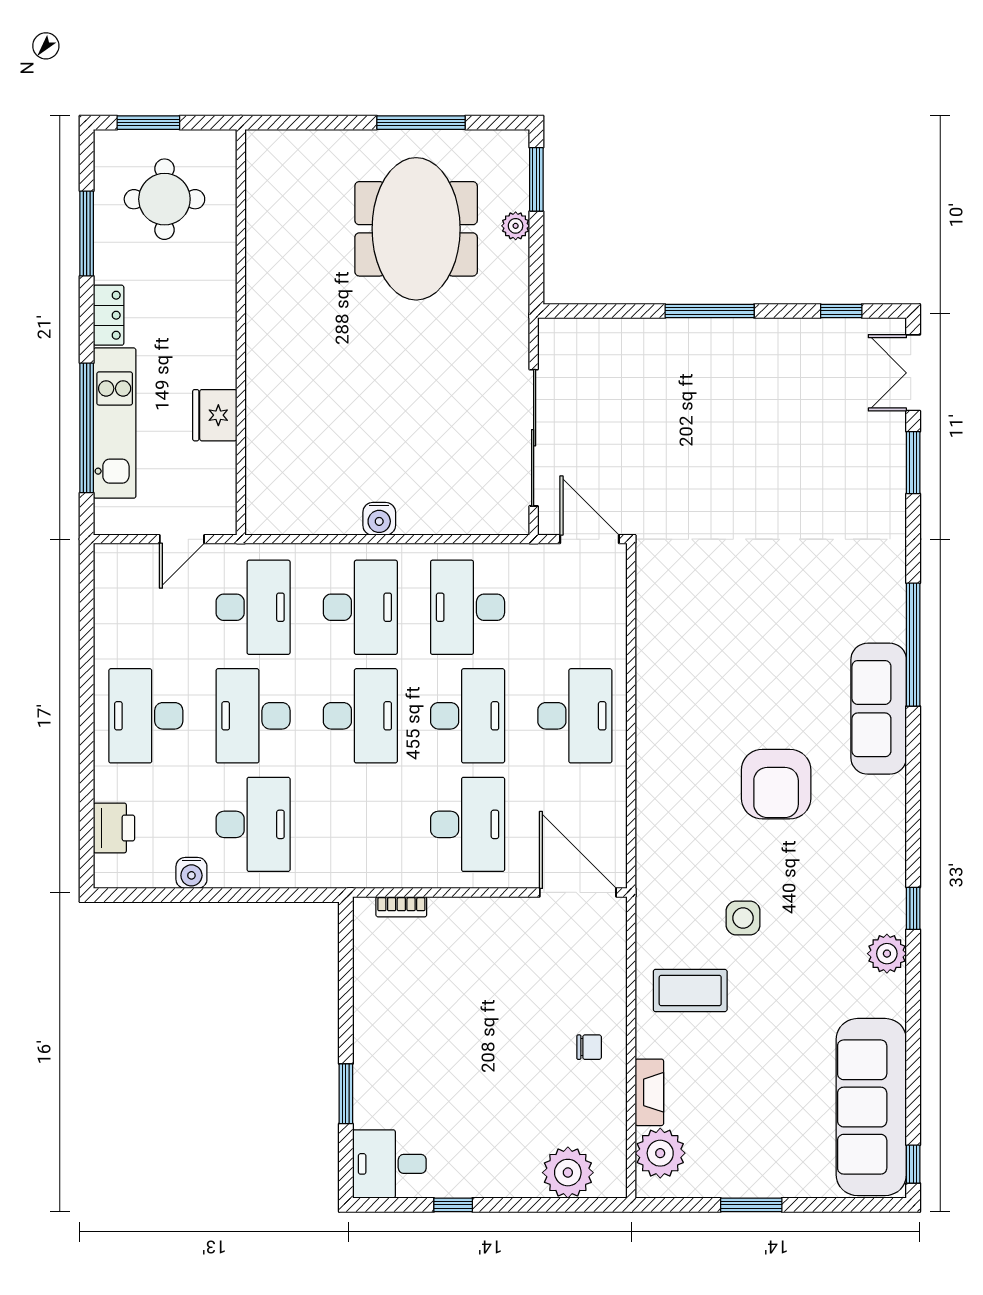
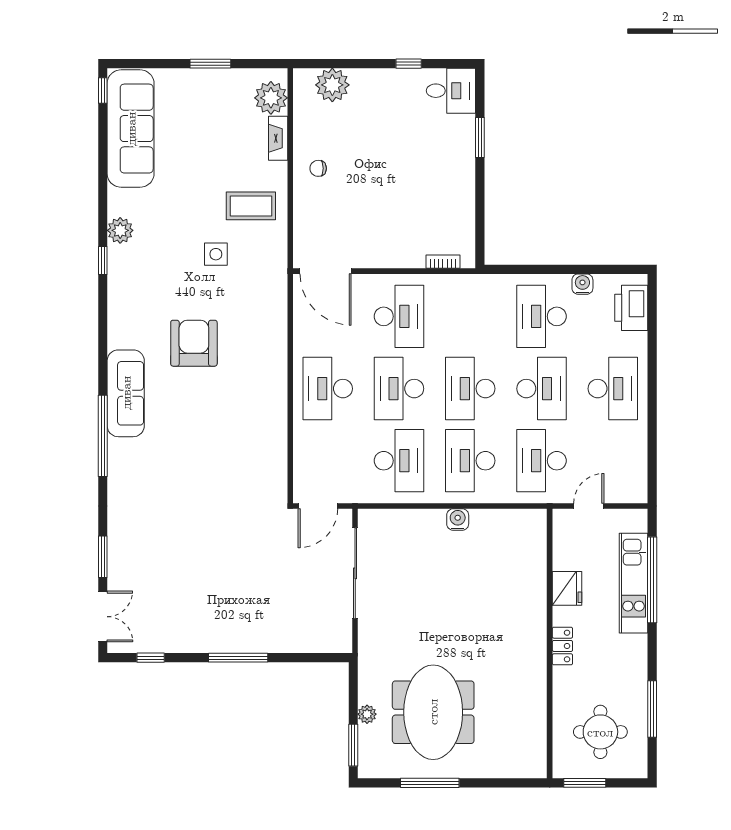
window: (148, 123) -> (585, 783), moved
locker: (109, 315) -> (562, 646), moved, turned 180
door: (590, 539) -> (318, 506), hinge flipped
desk: (468, 824) -> (399, 316), turned 180
printer: (114, 828) -> (631, 308), width x1.37, depth x1.19

